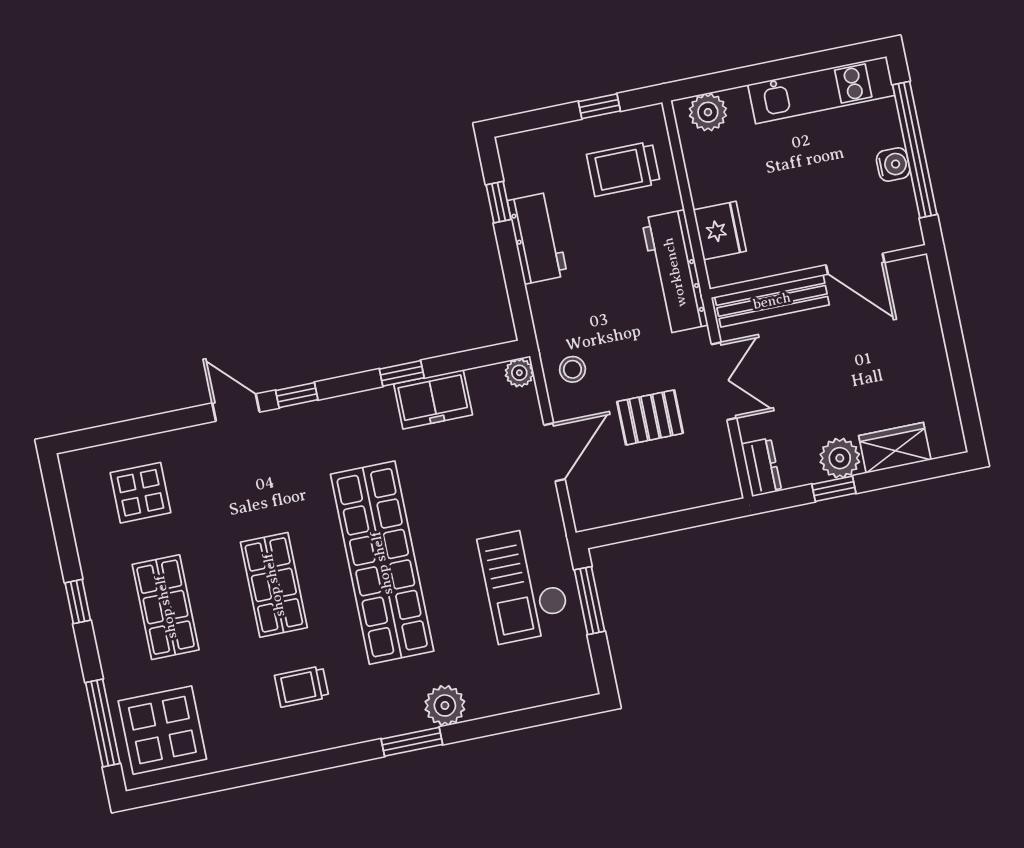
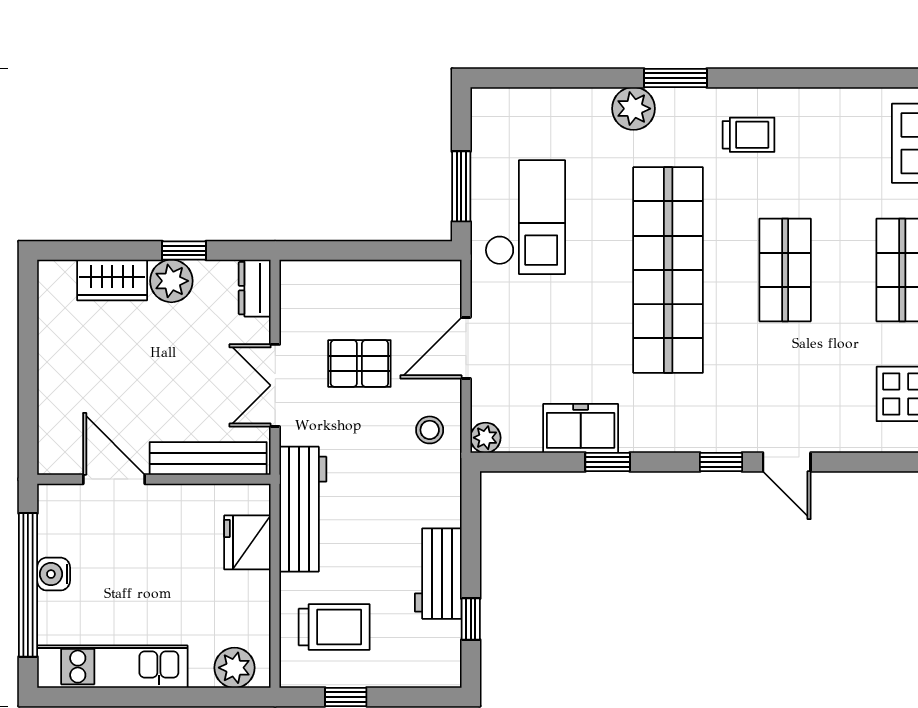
trolley: (302, 686) -> (749, 135), moved

